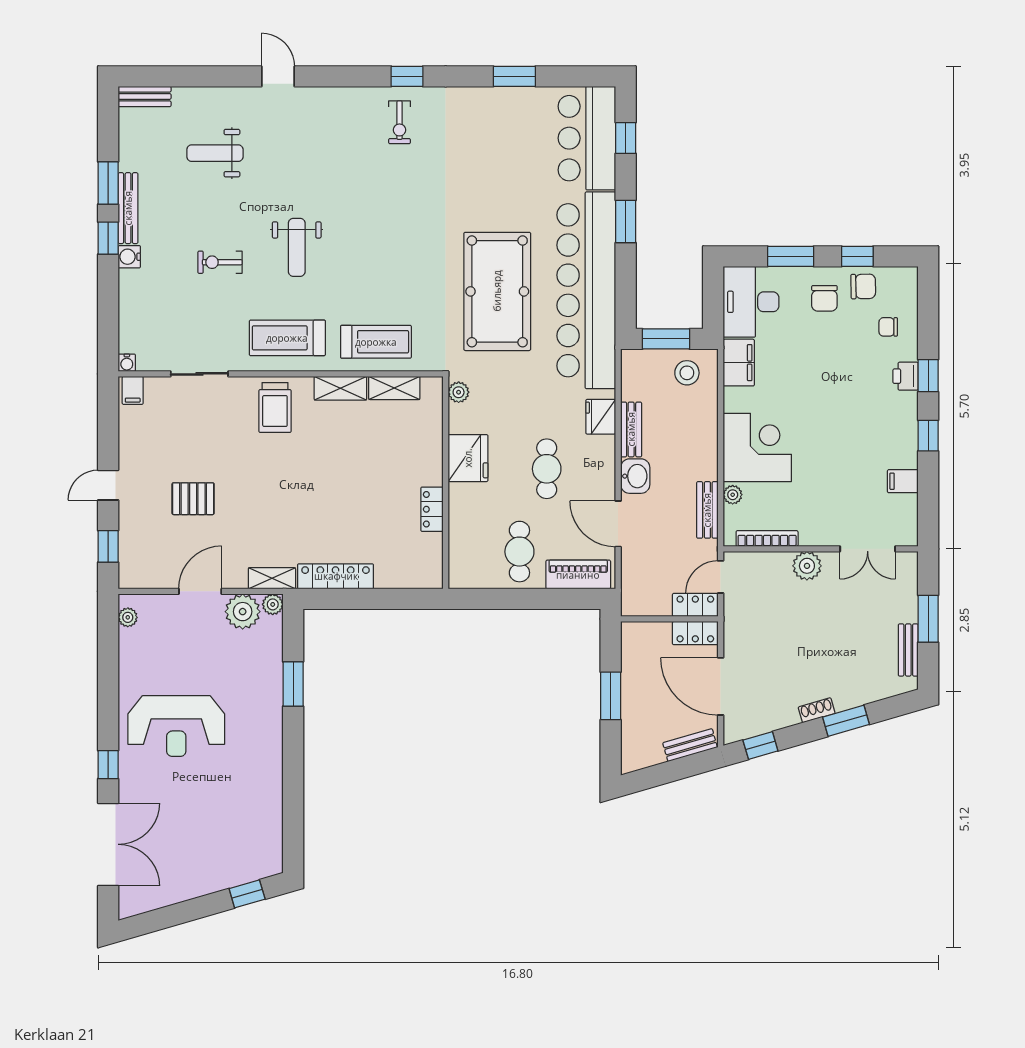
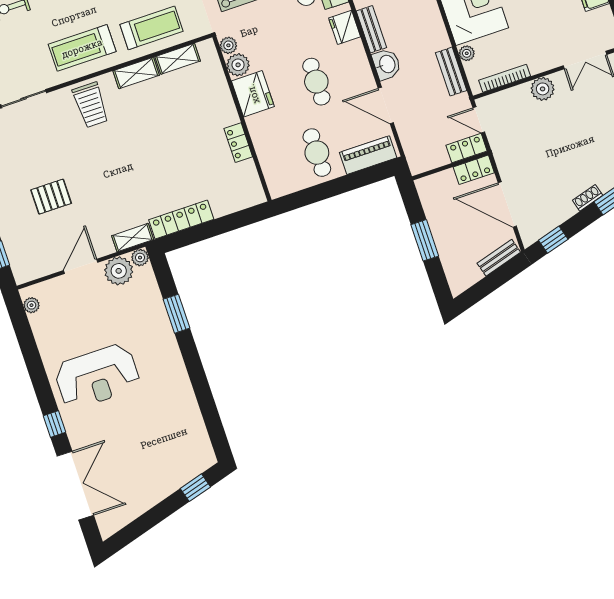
plant: (462, 419) -> (238, 65), added
door: (721, 577) -> (479, 120), hinge flipped

